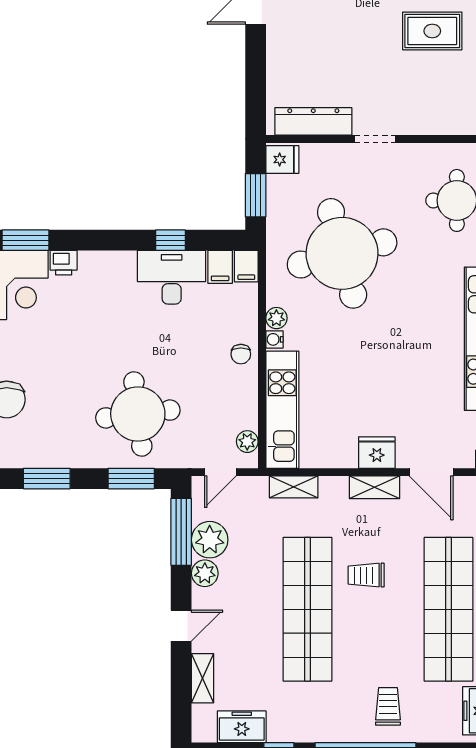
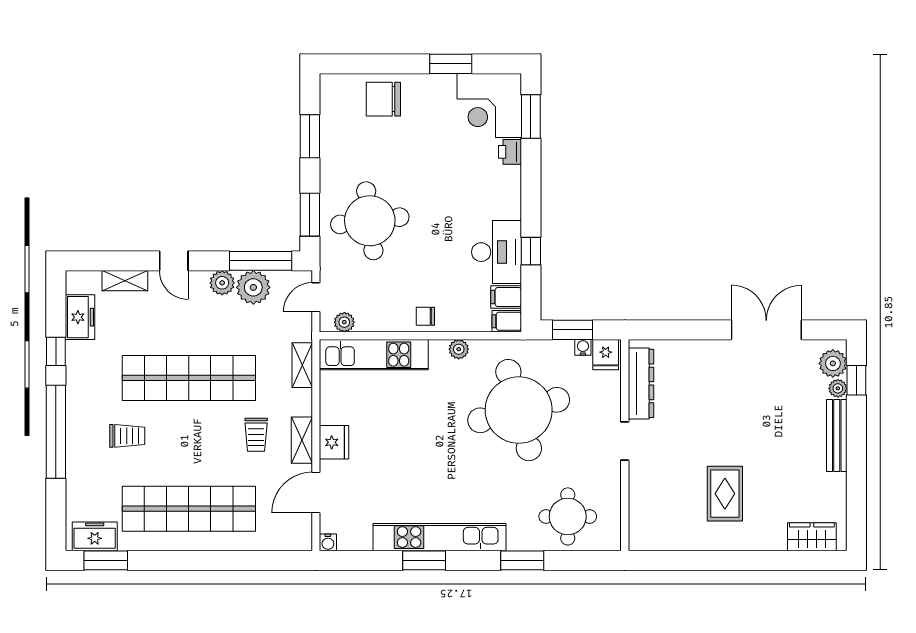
water cooler: (274, 339) -> (583, 347), moved
door: (220, 472) -> (316, 297), hinge flipped
trolley: (366, 575) -> (256, 435), moved, turned 180
trolley: (388, 706) -> (127, 436), moved

